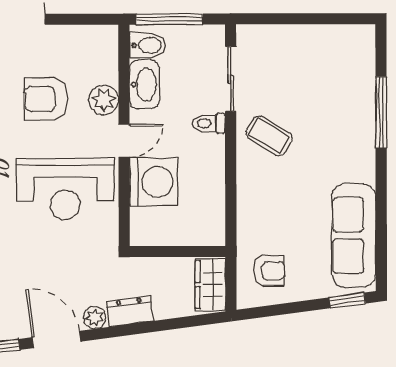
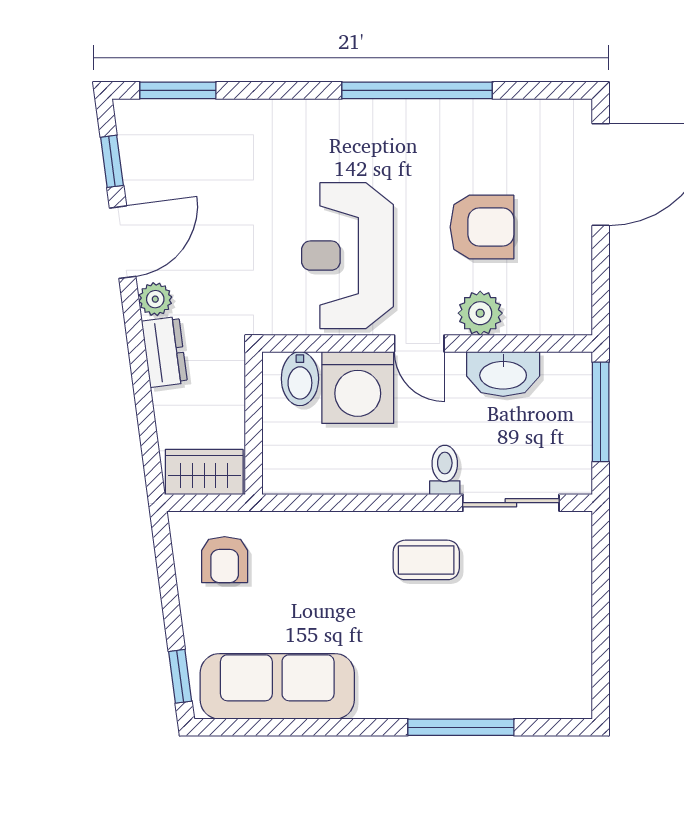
bidet: (147, 45) -> (300, 379), moved
armchair: (46, 99) -> (482, 227), turned 90
coffee table: (269, 136) -> (426, 560), turned 59

